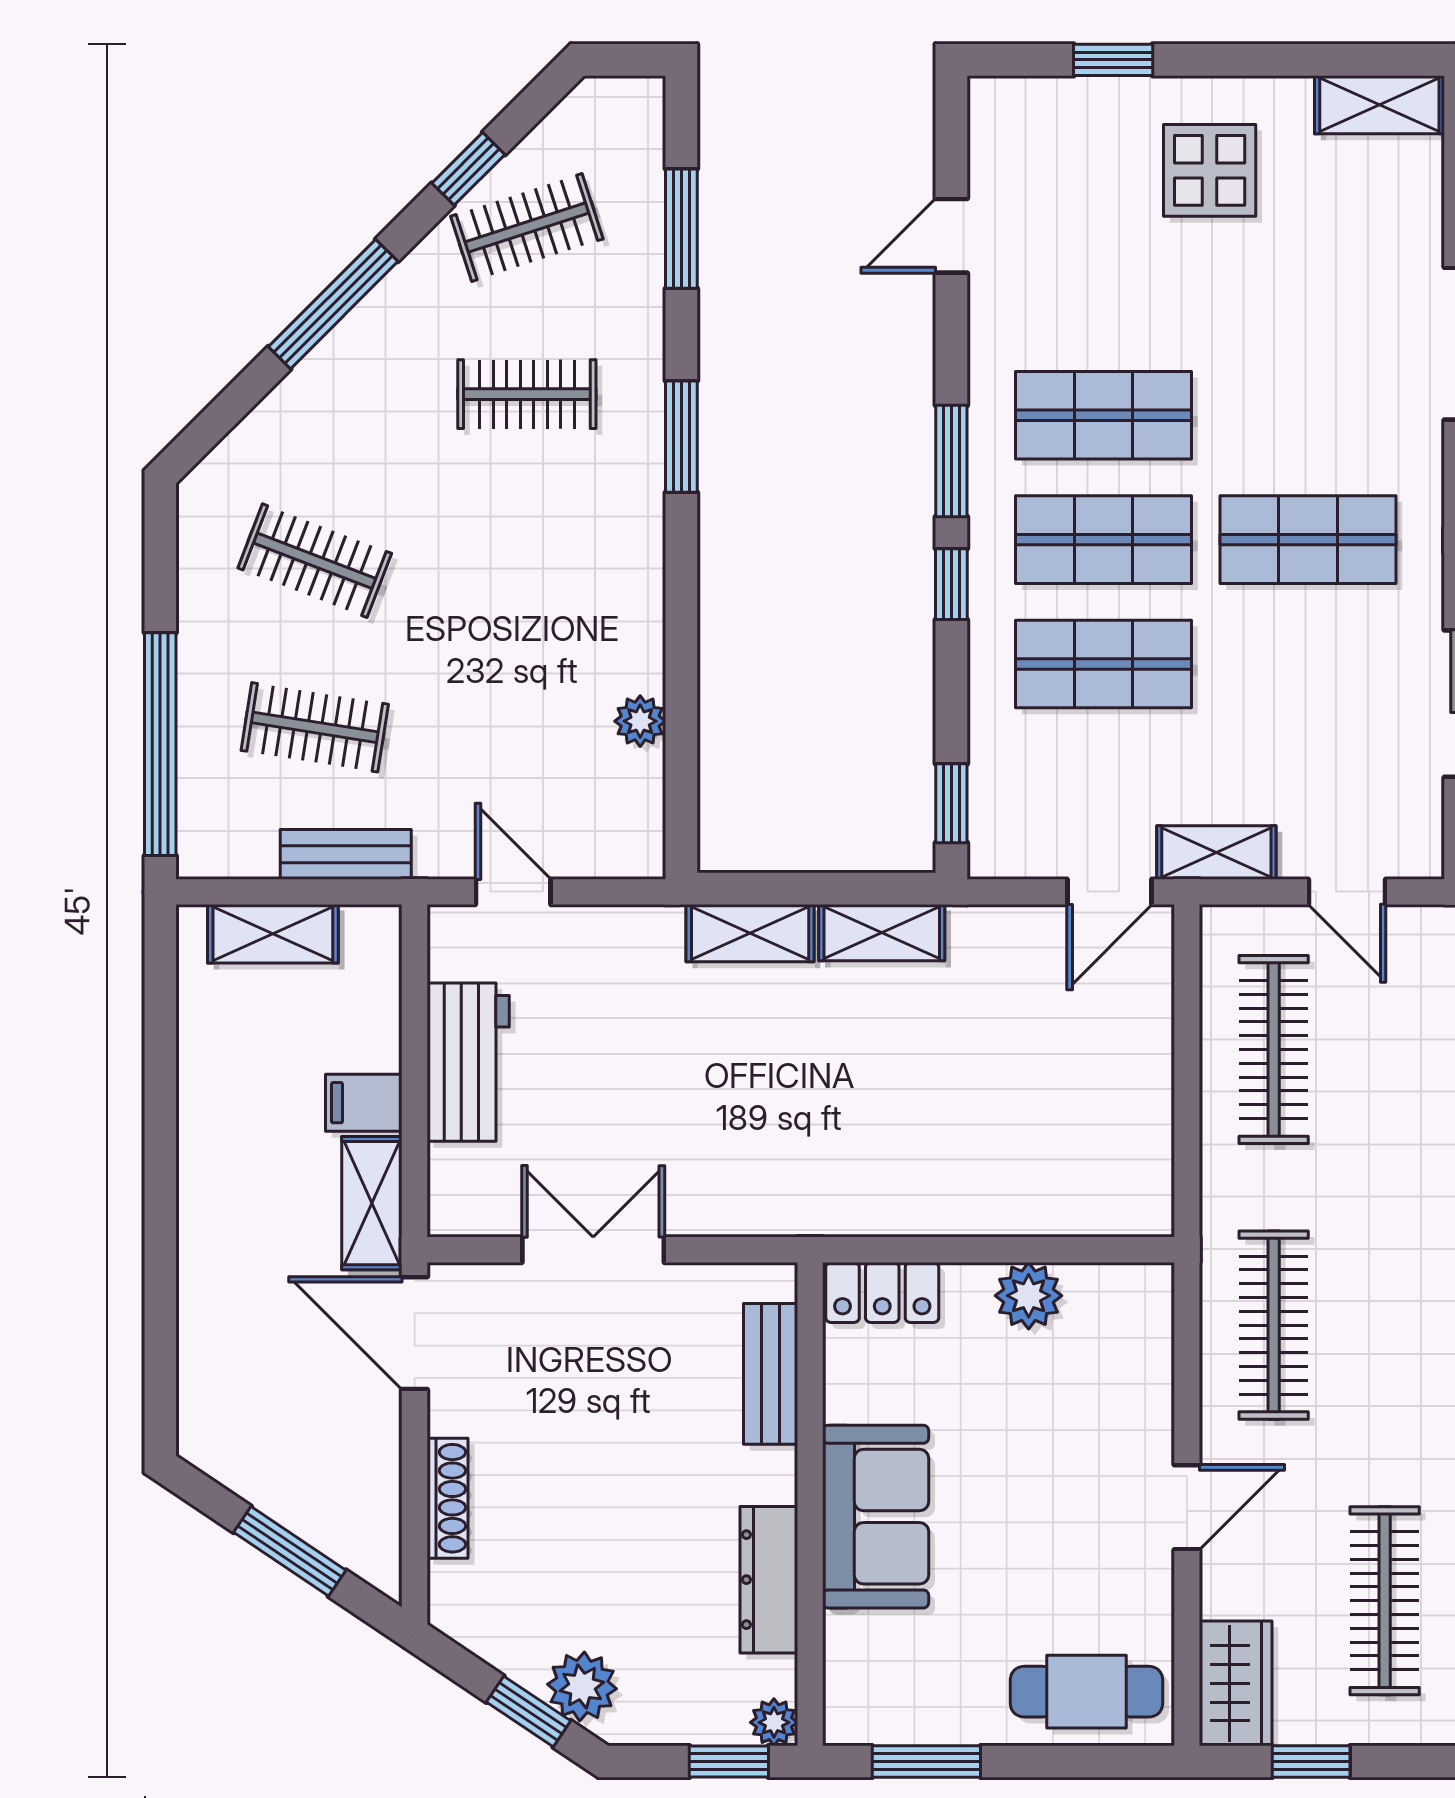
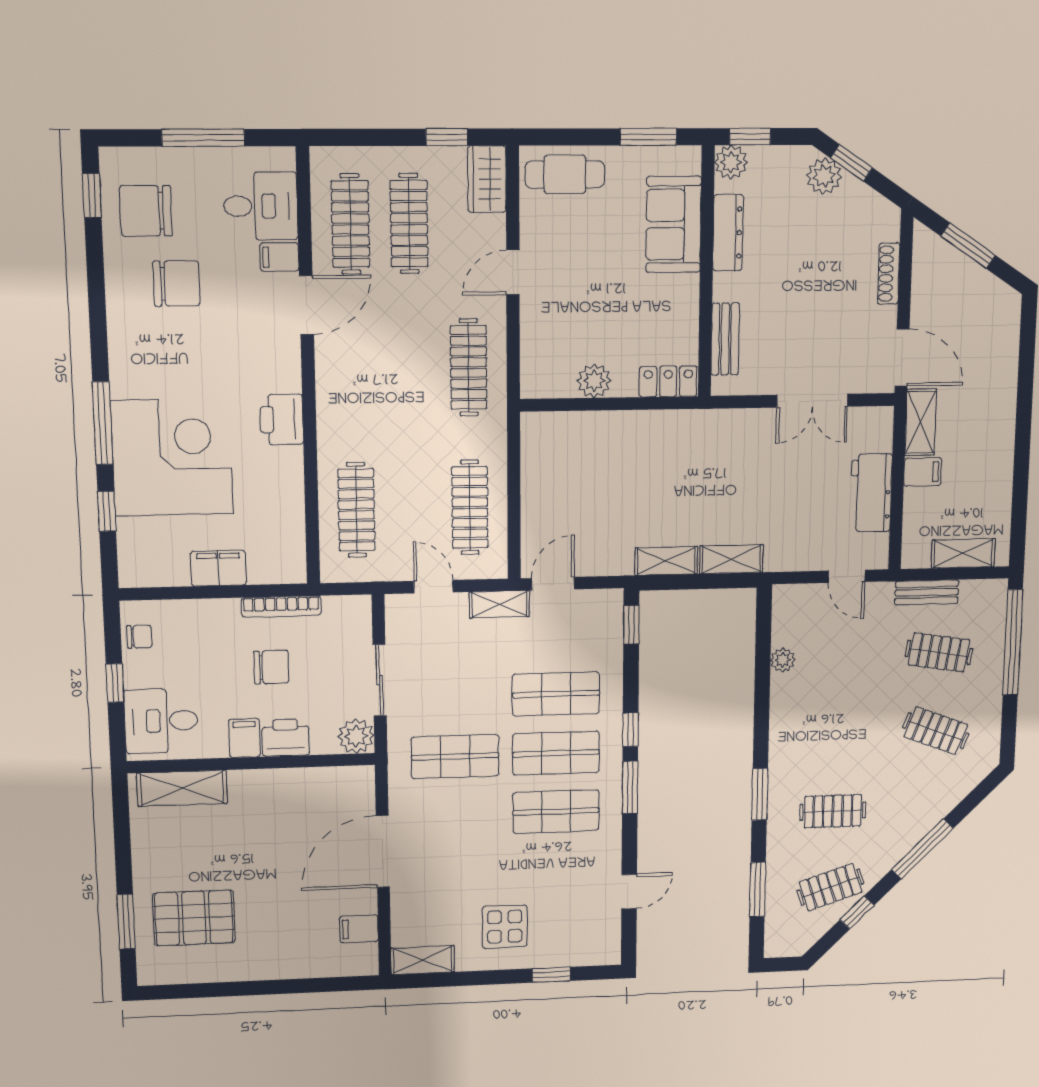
sofa: (876, 1517) -> (673, 224), moved
plant: (774, 1722) -> (731, 162), width x1.38, depth x1.38

